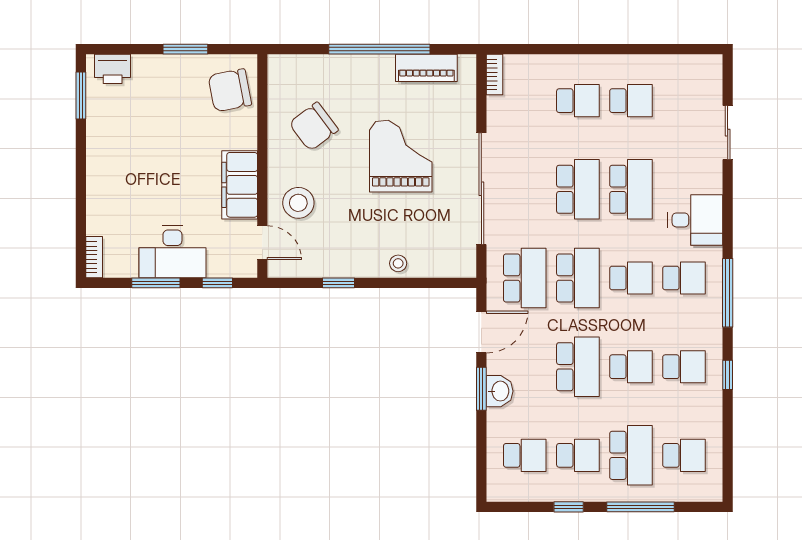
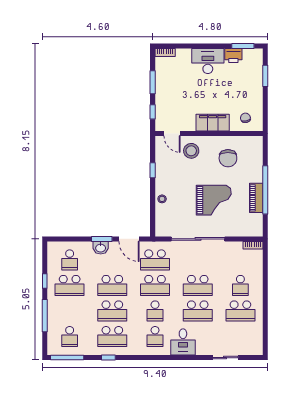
window: (185, 49) -> (265, 76), moved
piano: (426, 68) -> (256, 198), moved
printer: (113, 69) -> (233, 56), moved, turned -90
chair: (230, 90) -> (245, 118), width x0.54, depth x0.54
school desk: (631, 101) -> (240, 311), width x1.85
chair: (314, 126) -> (228, 158), turned -143
filing cabinet: (240, 185) -> (213, 123), moved
door: (262, 243) -> (172, 134), hinge flipped
desk: (172, 252) -> (208, 61), moved, turned 90
window: (728, 293) -> (67, 358), moved
school desk: (631, 367) -> (112, 311), width x1.85
school desk: (684, 367) -> (112, 337), width x1.85
school desk: (578, 455) -> (70, 285), width x1.85
school desk: (631, 455) -> (70, 311), removed

